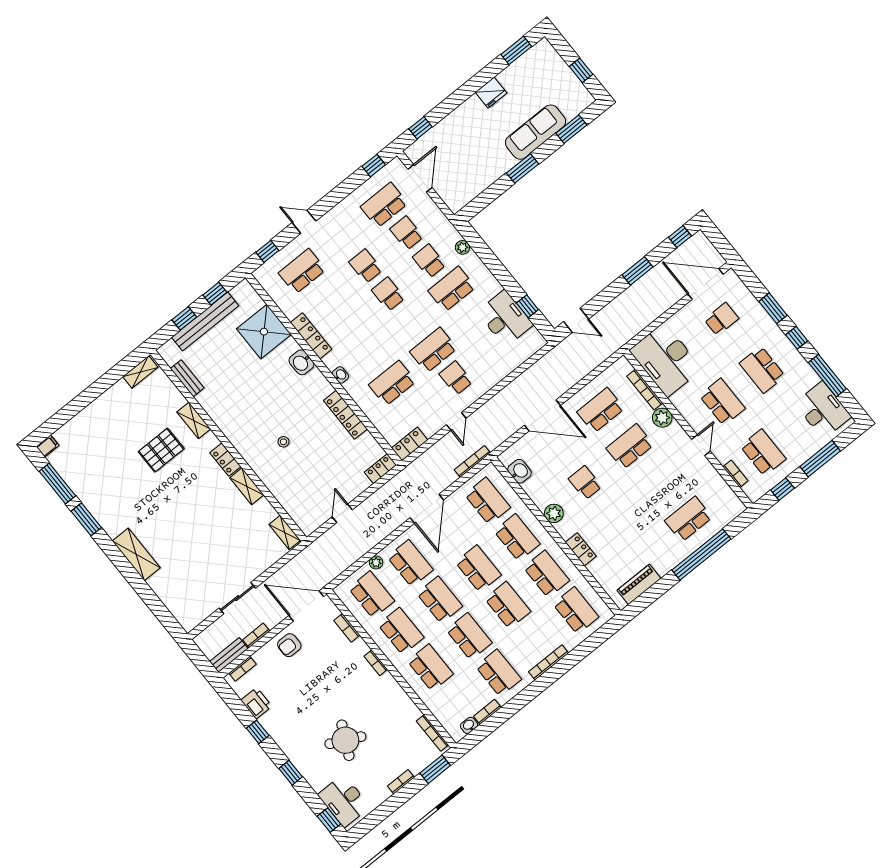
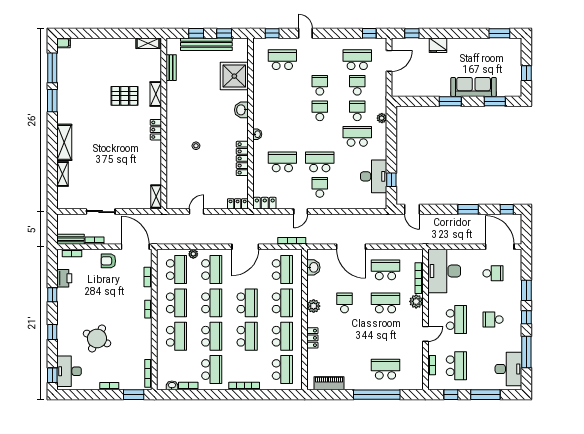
fridge: (491, 93) -> (438, 45), moved
locker: (311, 336) -> (258, 99), removed
school desk: (762, 370) -> (493, 320), width x0.54
shelving: (247, 486) -> (63, 174), moved

